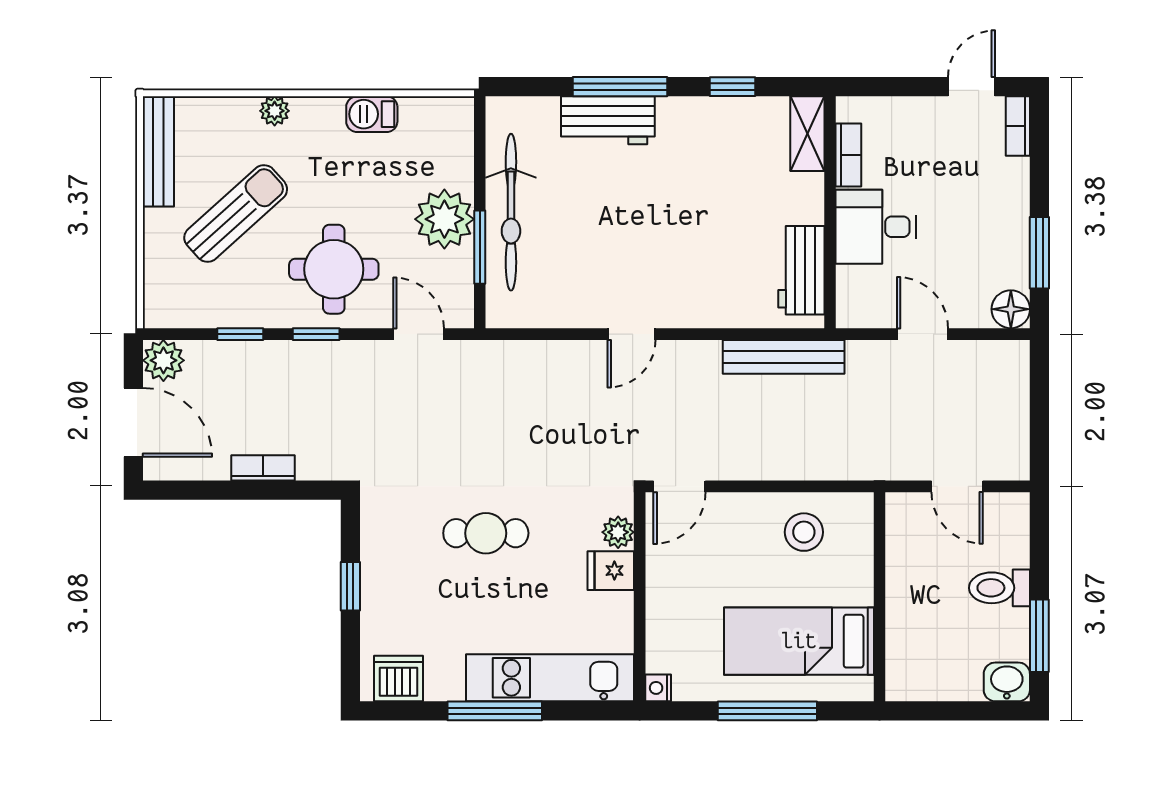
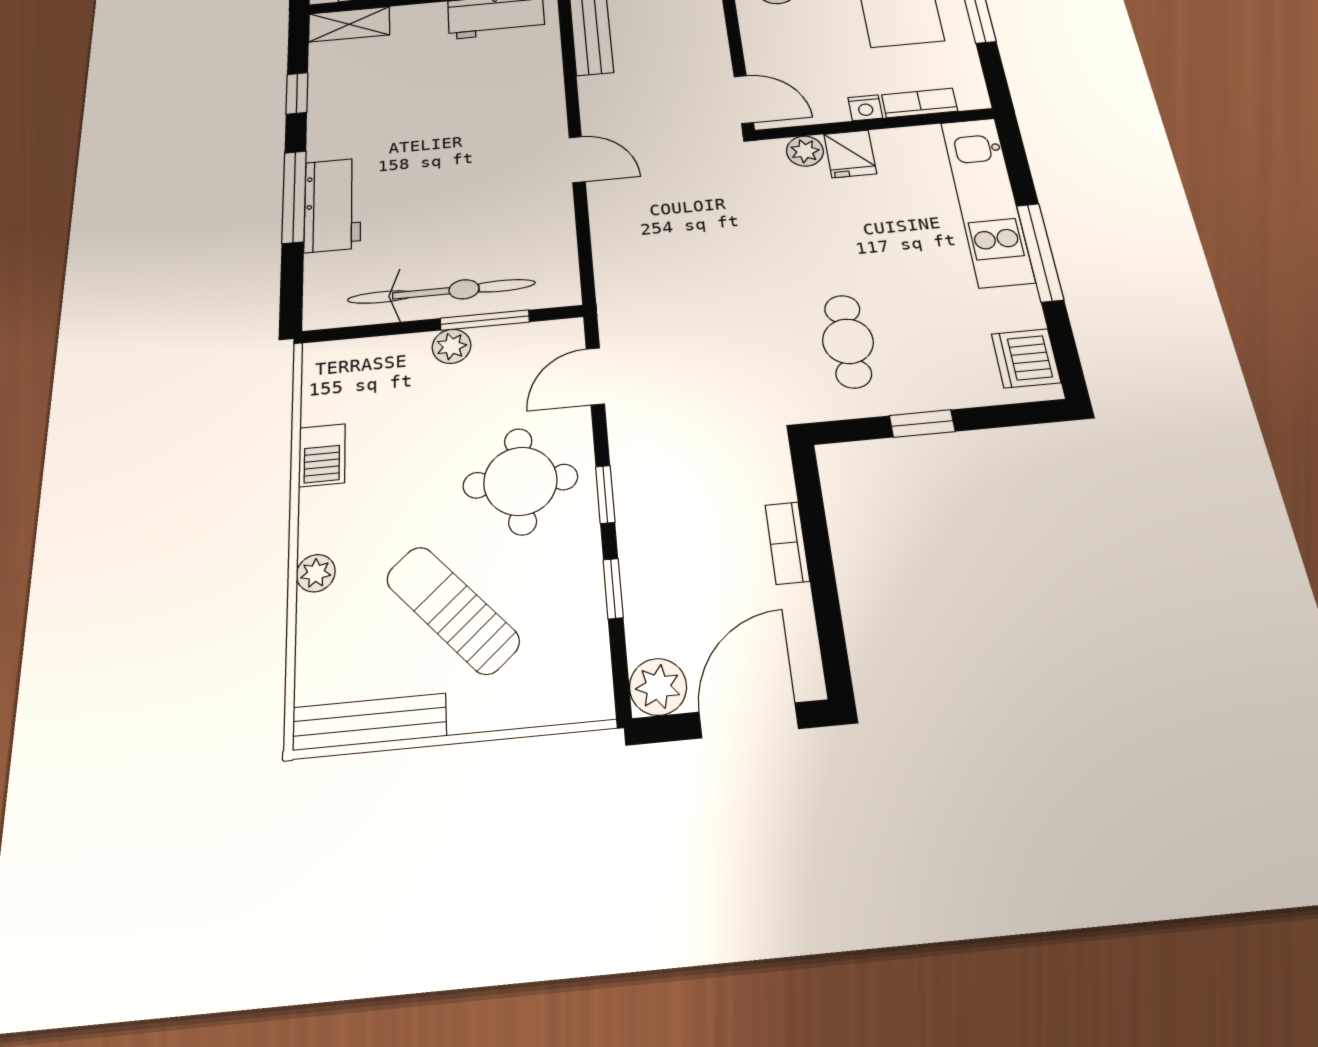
plant: (444, 219) -> (452, 346), width x0.53, depth x0.53
cafe table: (486, 533) -> (848, 341), moved
bookcase: (658, 640) -> (920, 103), added
nightstand: (658, 688) -> (865, 108), moved

